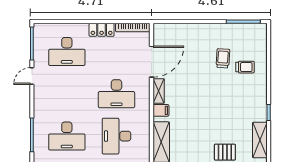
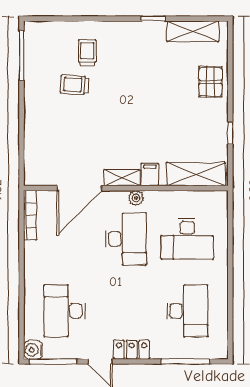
water cooler: (40, 30) -> (33, 350), added
locker: (102, 30) -> (132, 350), moved, turned -90
desk: (67, 51) -> (65, 311), turned 180
door: (151, 62) -> (79, 188), swing flipped
plant: (145, 101) -> (136, 198), added

